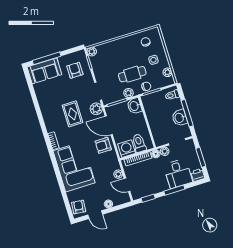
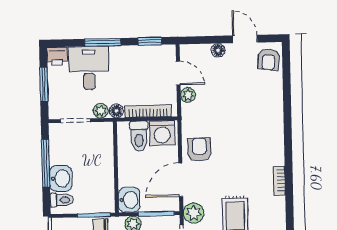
washbasin: (180, 118) -> (61, 179), moved
door: (109, 125) -> (181, 180), swing flipped
armchair: (103, 145) -> (199, 149), turned -90
corner sofa: (74, 167) -> (257, 128), removed

